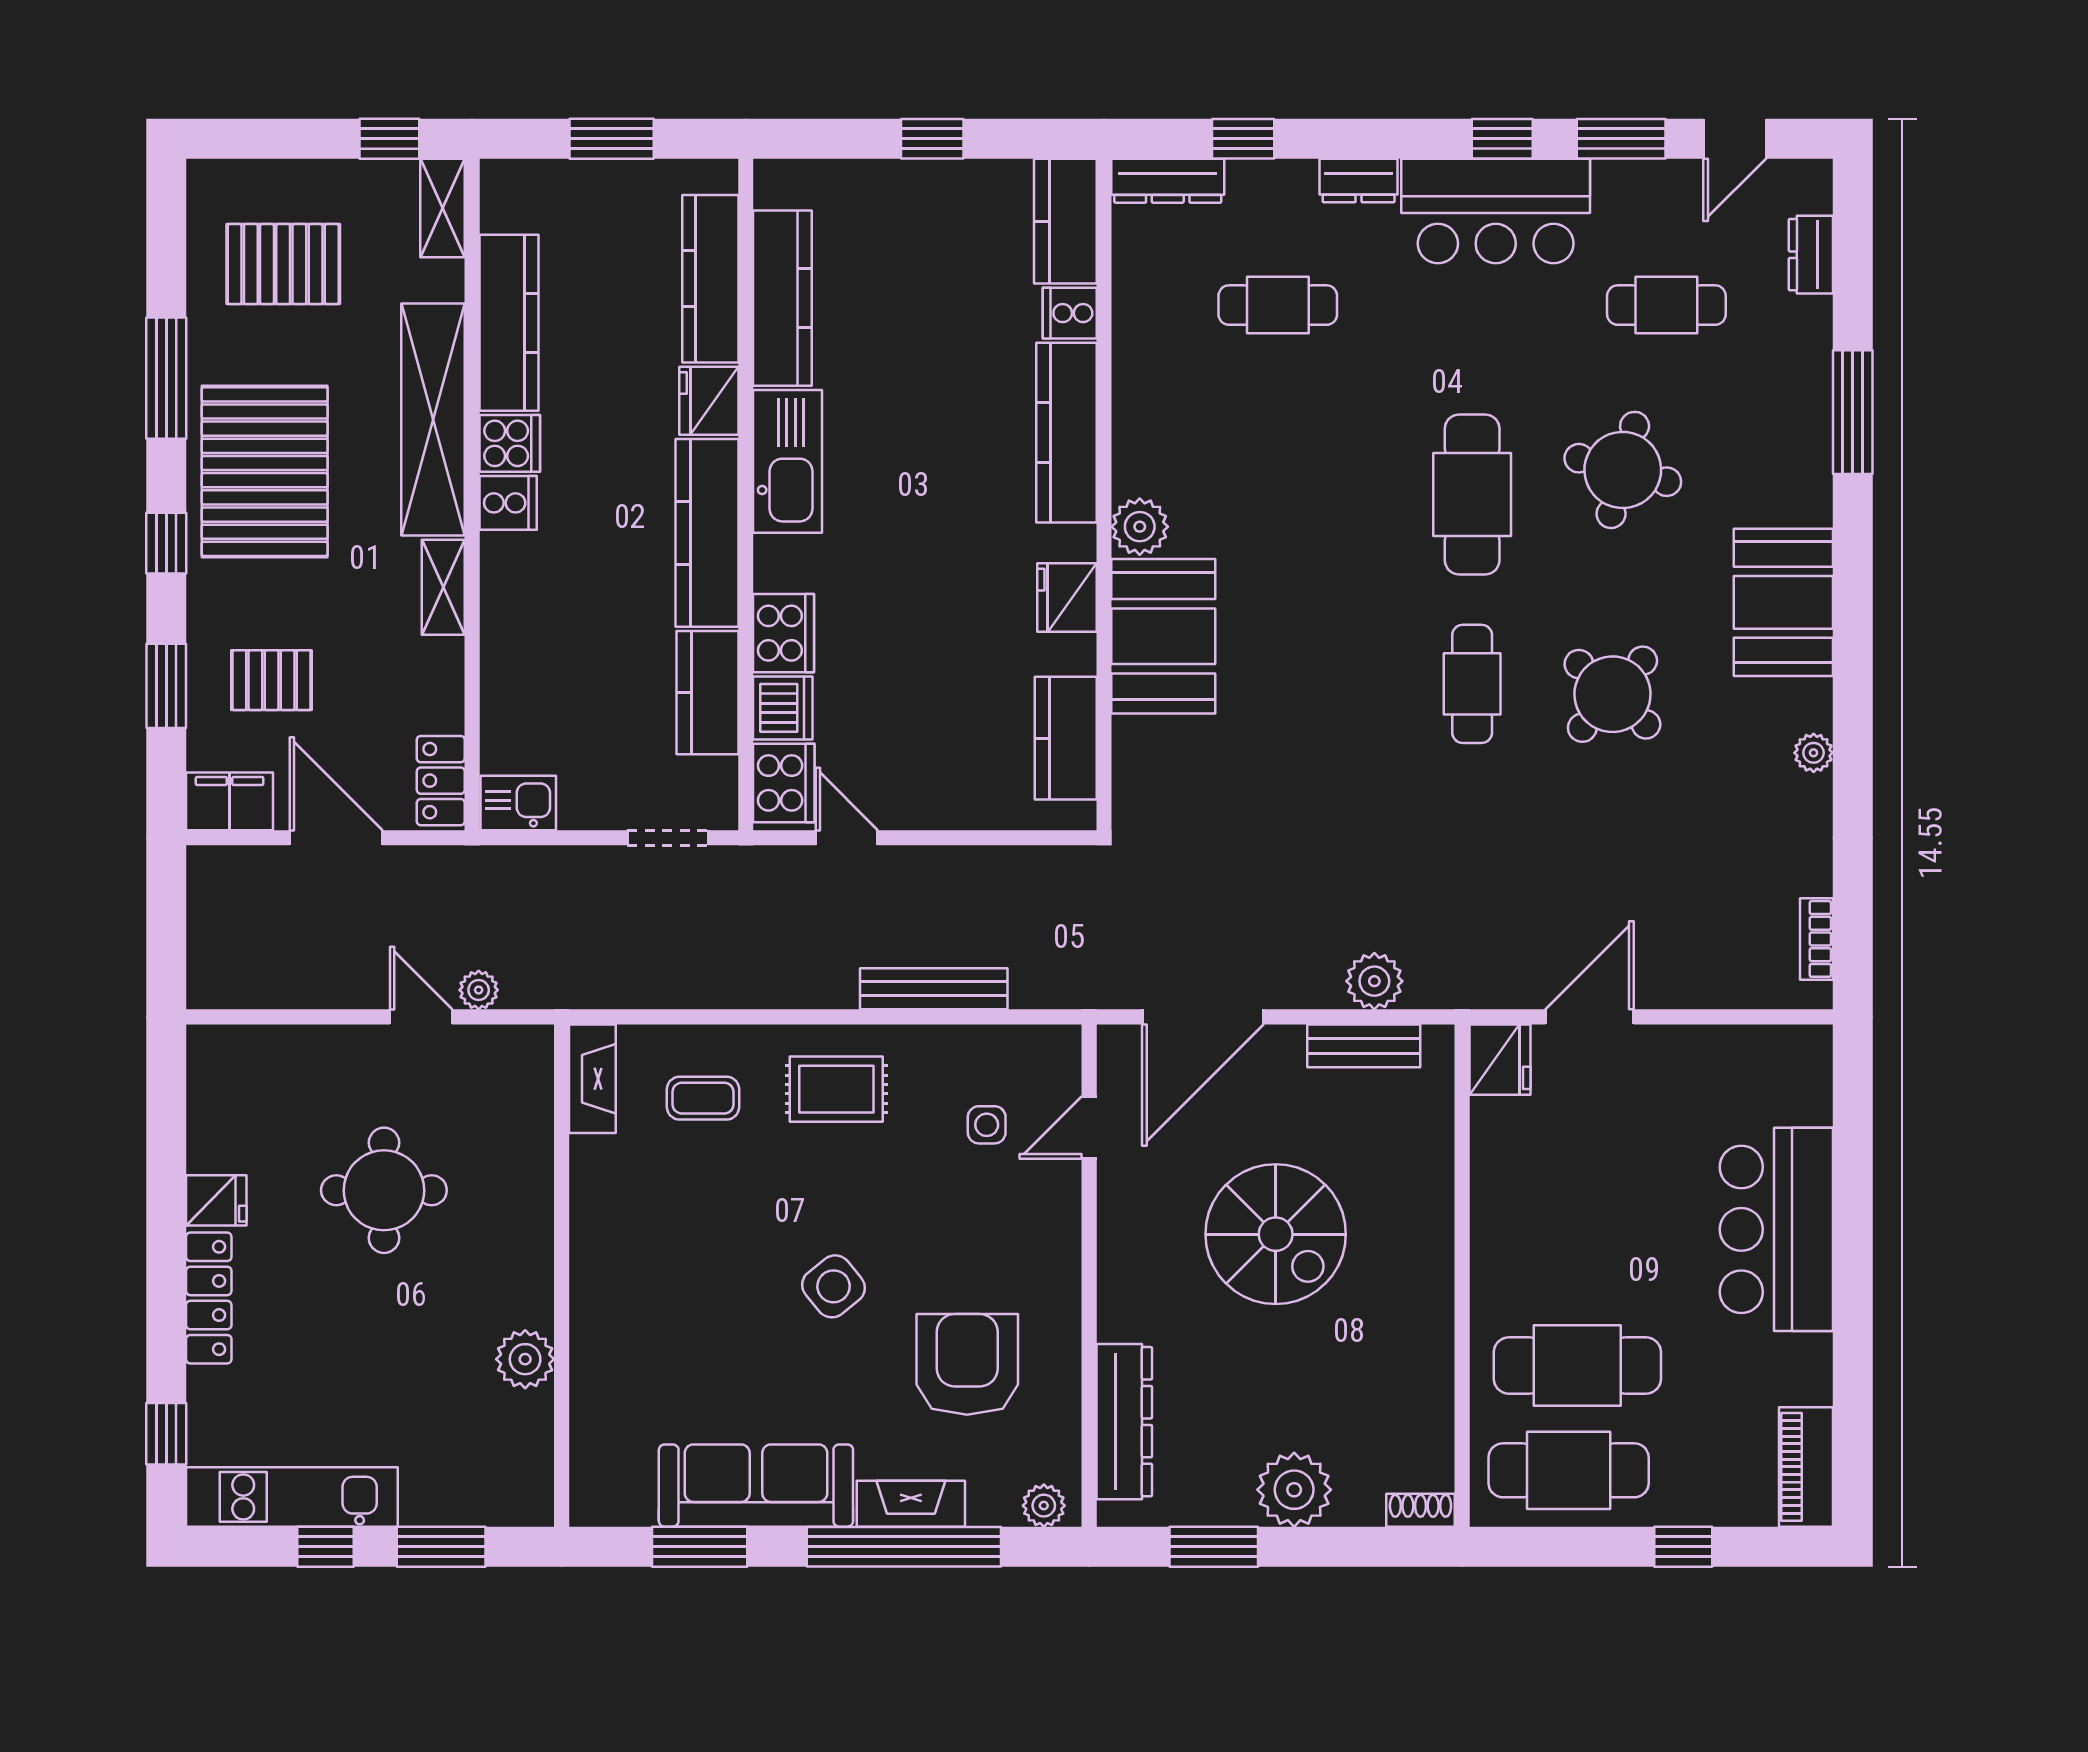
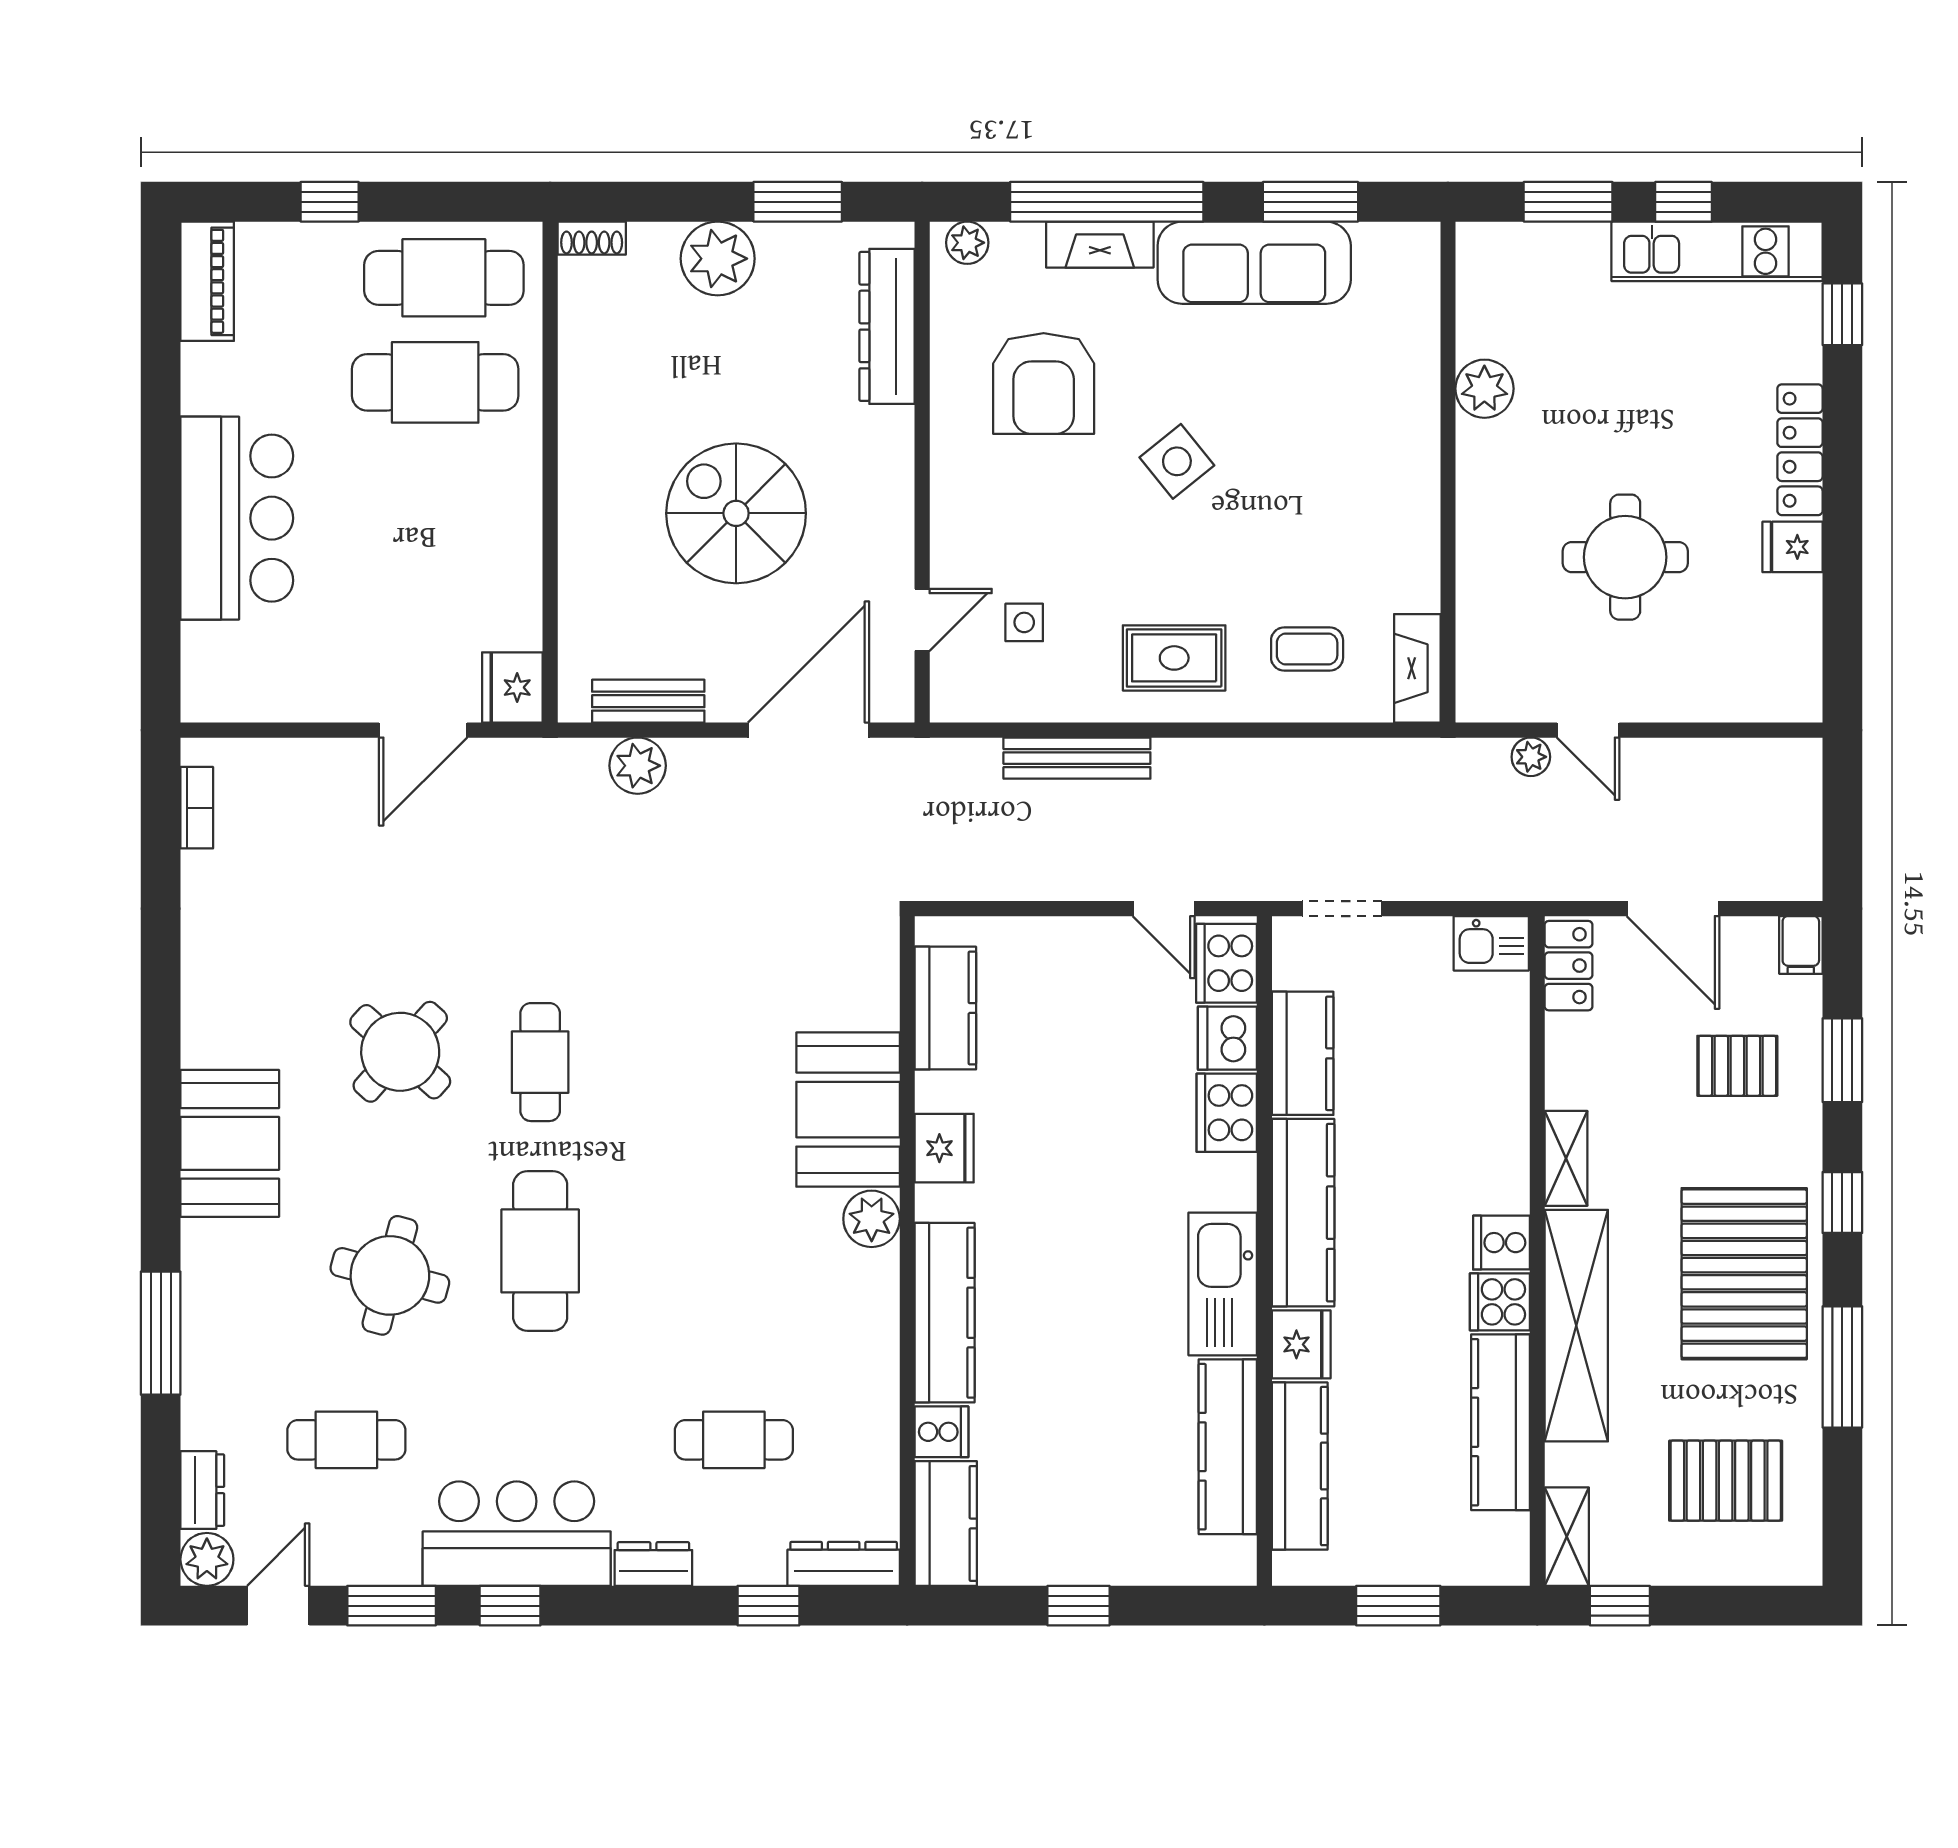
plant: (1814, 753) -> (207, 1559), moved, width x1.38, depth x1.38
filing cabinet: (230, 801) -> (1801, 945), width x0.50

